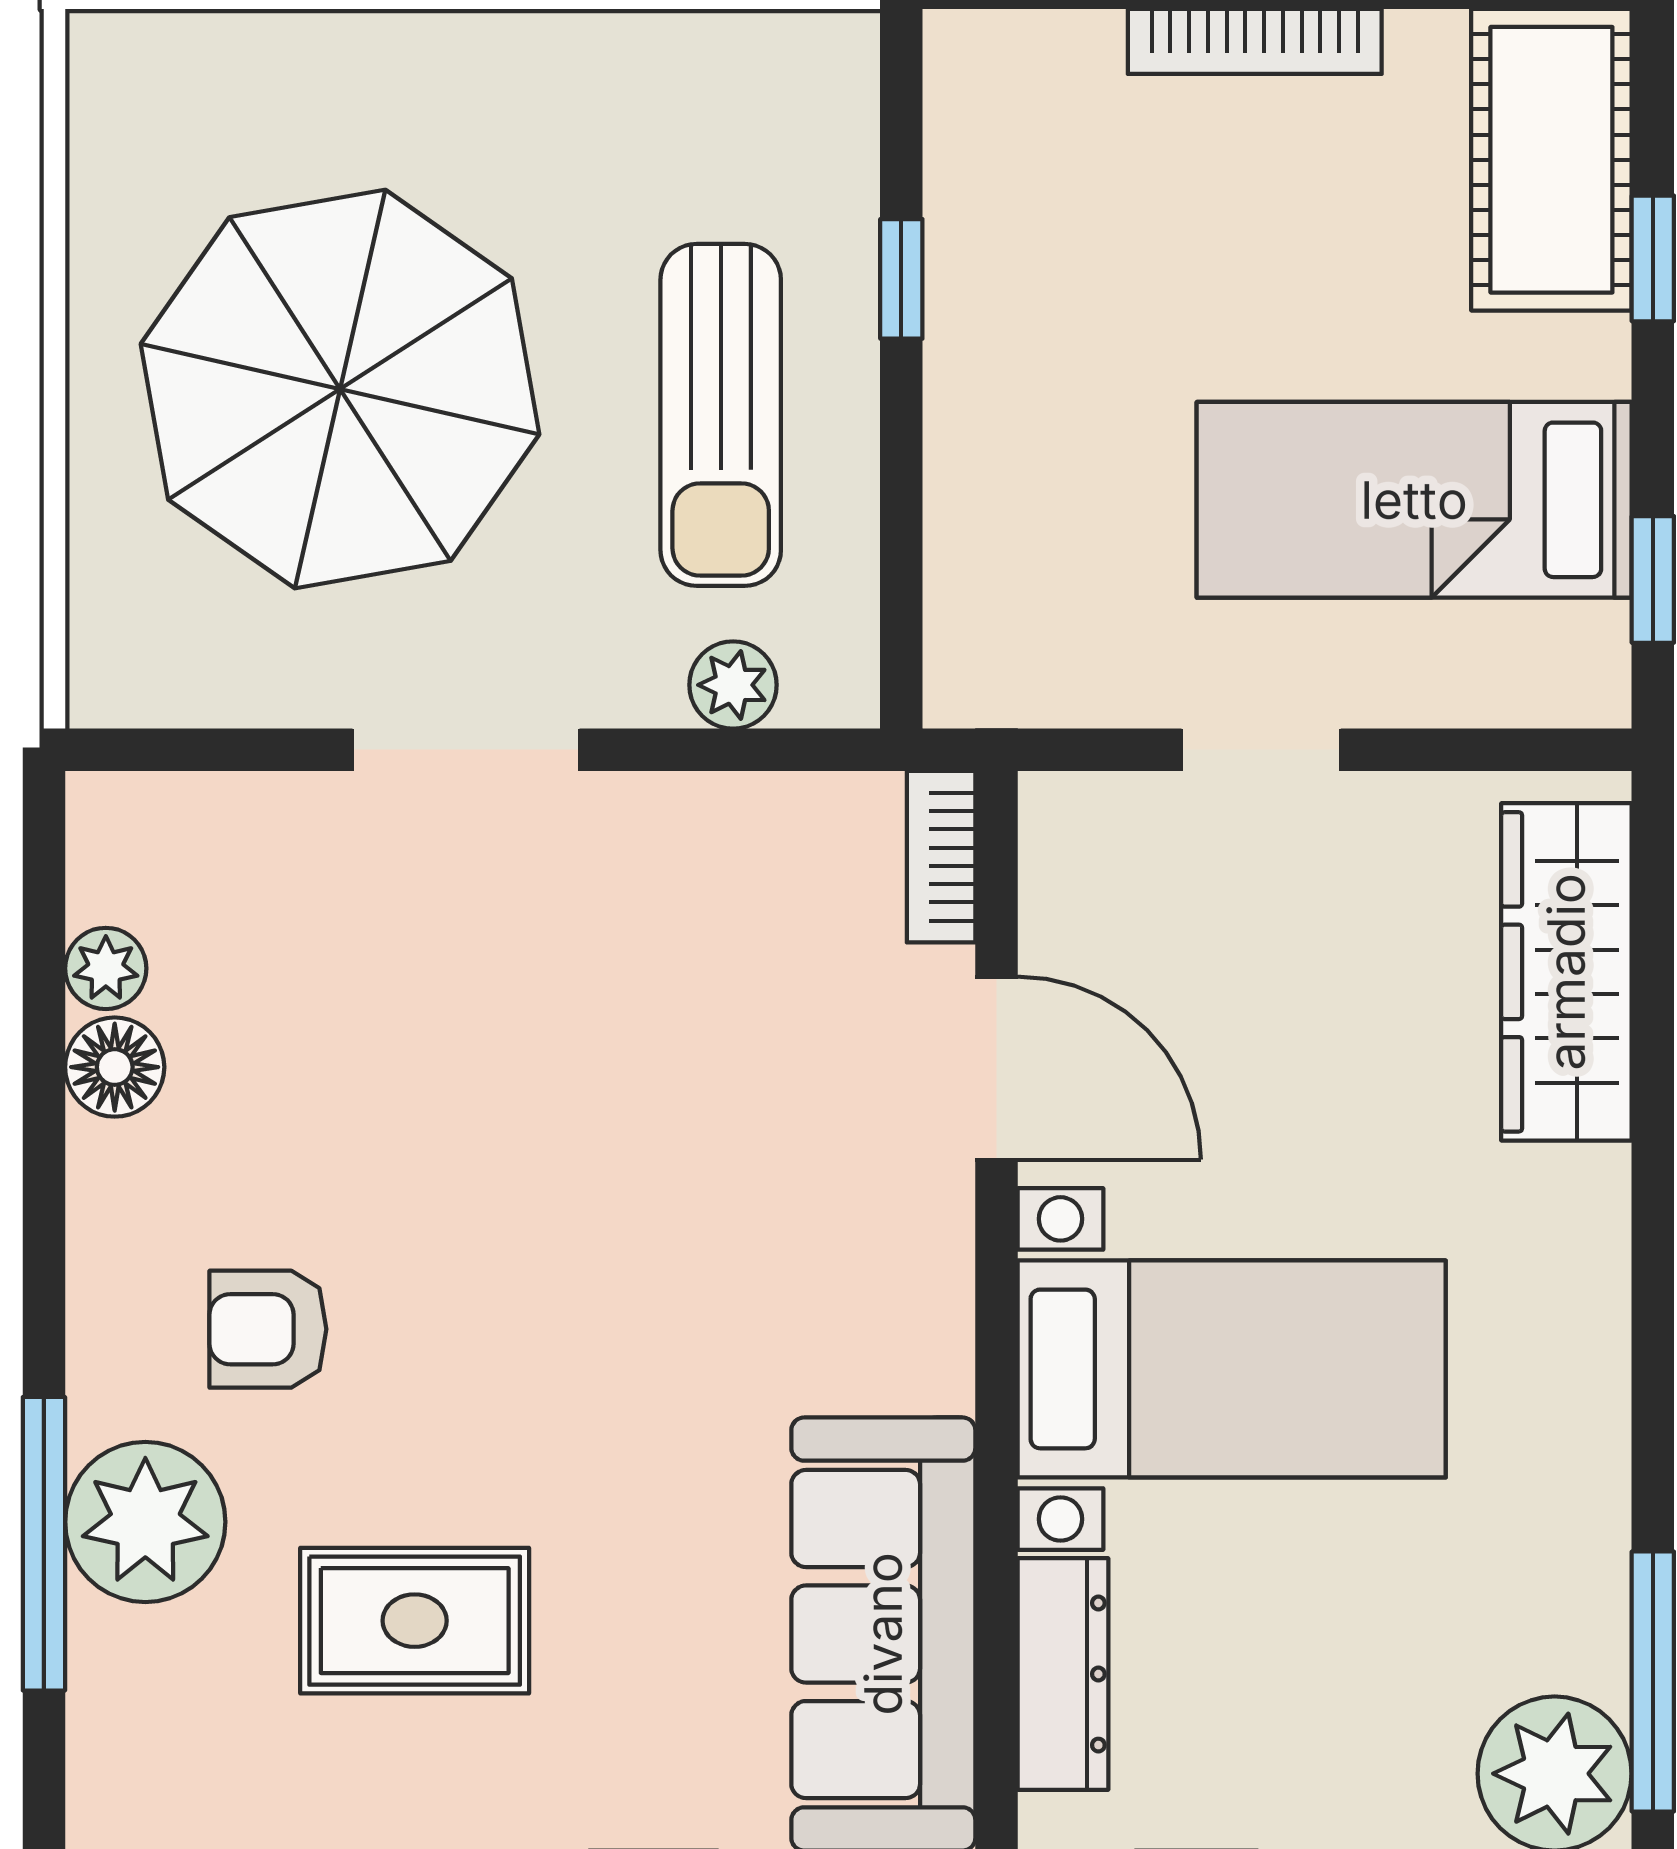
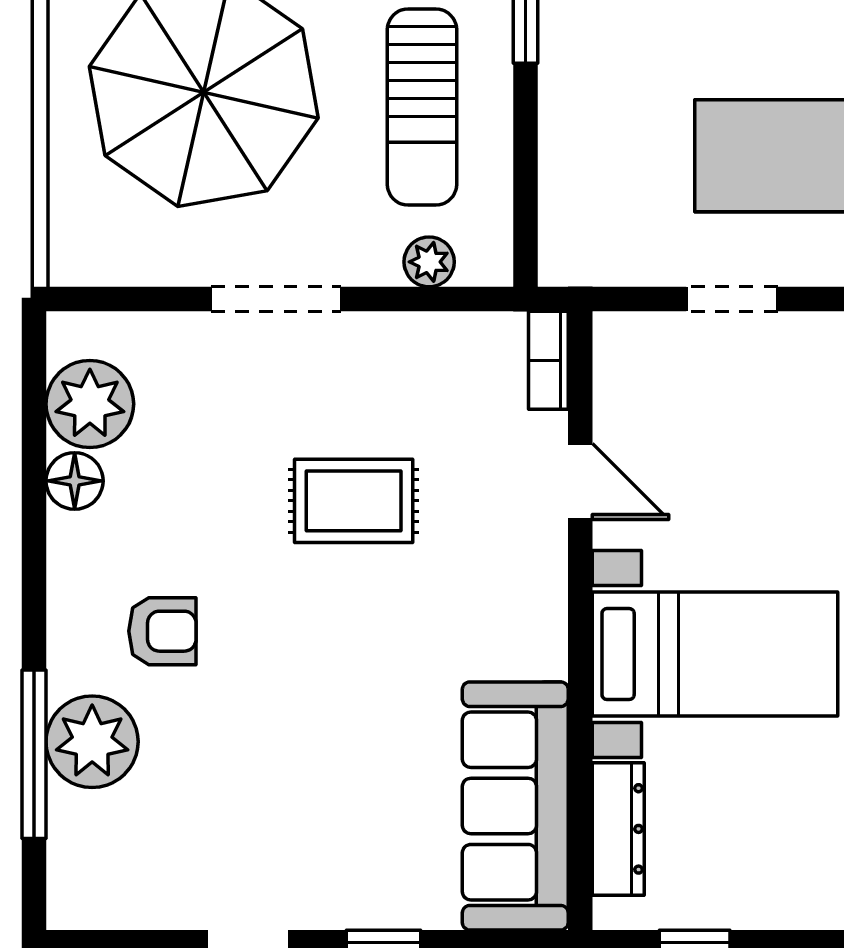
plant: (106, 968) -> (90, 404), width x1.87, depth x1.87
door: (997, 1068) -> (580, 482), width x0.73
armchair: (268, 1329) -> (162, 631), turned 180
rug: (415, 1621) -> (354, 501), moved

